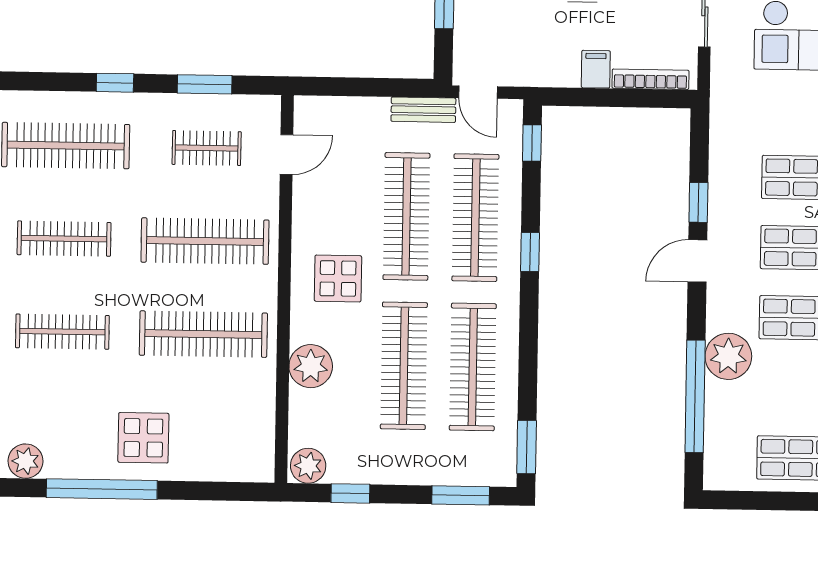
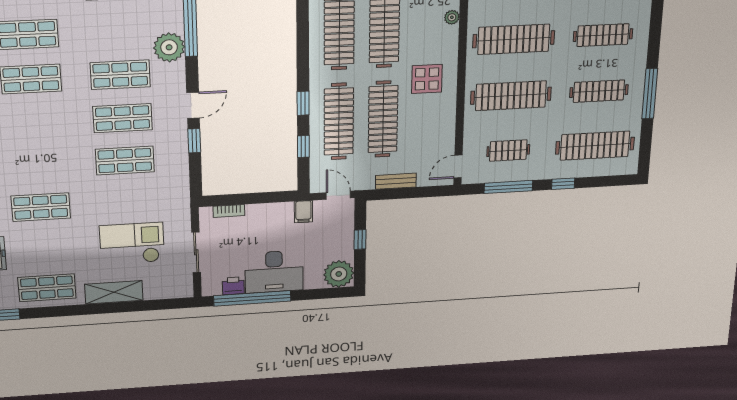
filing cabinet: (596, 69) -> (303, 212), moved
bookcase: (650, 79) -> (229, 211), width x0.64
window: (205, 84) -> (508, 187), width x1.44
bench: (423, 110) -> (396, 181), moved
window: (532, 143) -> (303, 147), moved
door: (287, 155) -> (458, 167), moved
plant: (311, 366) -> (452, 17), width x0.53, depth x0.53

